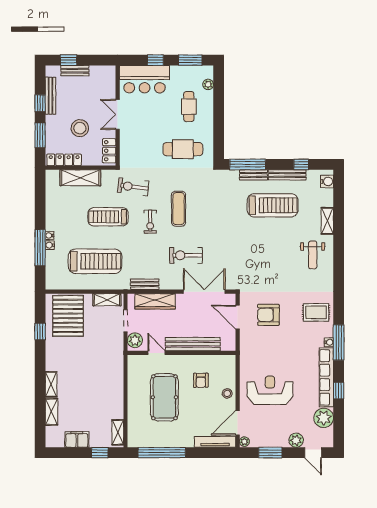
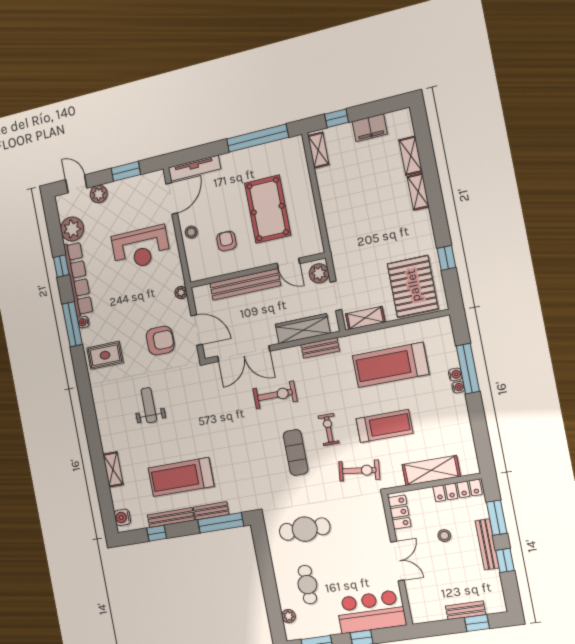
bench: (50, 96) -> (487, 544), moved
stool: (80, 128) -> (444, 536), width x0.53, depth x0.53
weight bench: (313, 255) -> (149, 405), moved
plant: (244, 442) -> (181, 293), moved

